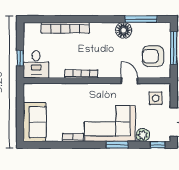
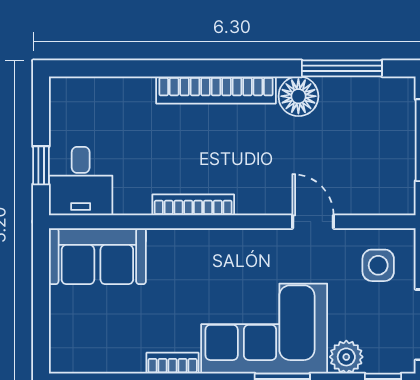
bookcase: (65, 28) -> (216, 90), moved
armchair: (153, 56) -> (372, 161), removed
sofa: (35, 122) -> (97, 256), moved, turned 90

